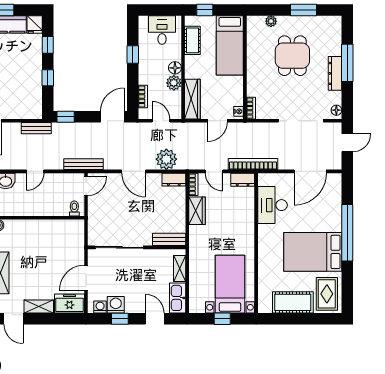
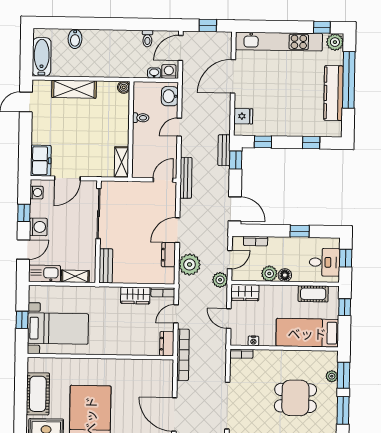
window: (158, 10) -> (346, 258), added
window: (270, 10) -> (344, 375), added
fridge: (35, 24) -> (243, 116), moved, turned 180
window: (48, 78) -> (263, 142), moved
wardrobe: (192, 99) -> (245, 293), width x0.67
nightstand: (238, 111) -> (253, 341), moved
bench: (36, 128) -> (224, 150), moved
plant: (181, 130) -> (220, 280), added
door: (35, 171) -> (179, 127), hinge flipped
dresser: (174, 180) -> (168, 255), moved
door: (86, 186) -> (163, 180), swing flipped
desk: (272, 205) -> (140, 374), removed
toilet: (74, 208) -> (141, 118), moved
door: (86, 278) -> (67, 178), swing flipped
washing machine: (116, 305) -> (38, 227), moved
shelving: (39, 306) -> (122, 162), moved

